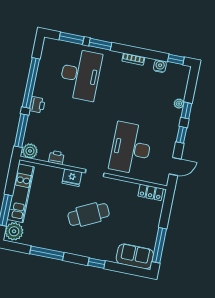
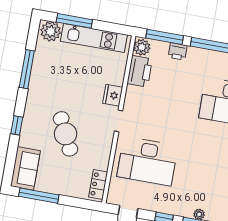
printer: (37, 105) -> (178, 51), moved
desk: (131, 148) -> (147, 161), turned 180
printer: (56, 157) -> (140, 71), width x1.87, depth x1.48
cafe table: (89, 215) -> (66, 134), moved

